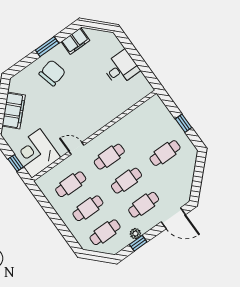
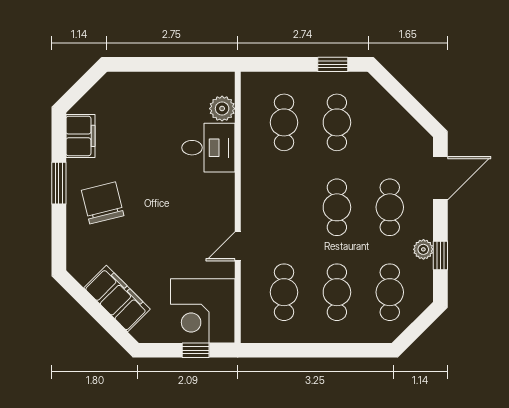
desk: (121, 68) -> (208, 148), moved, turned 90
plant: (134, 96) -> (222, 109), added
window: (184, 123) -> (333, 64), moved
cafe table: (109, 157) -> (284, 122), moved

